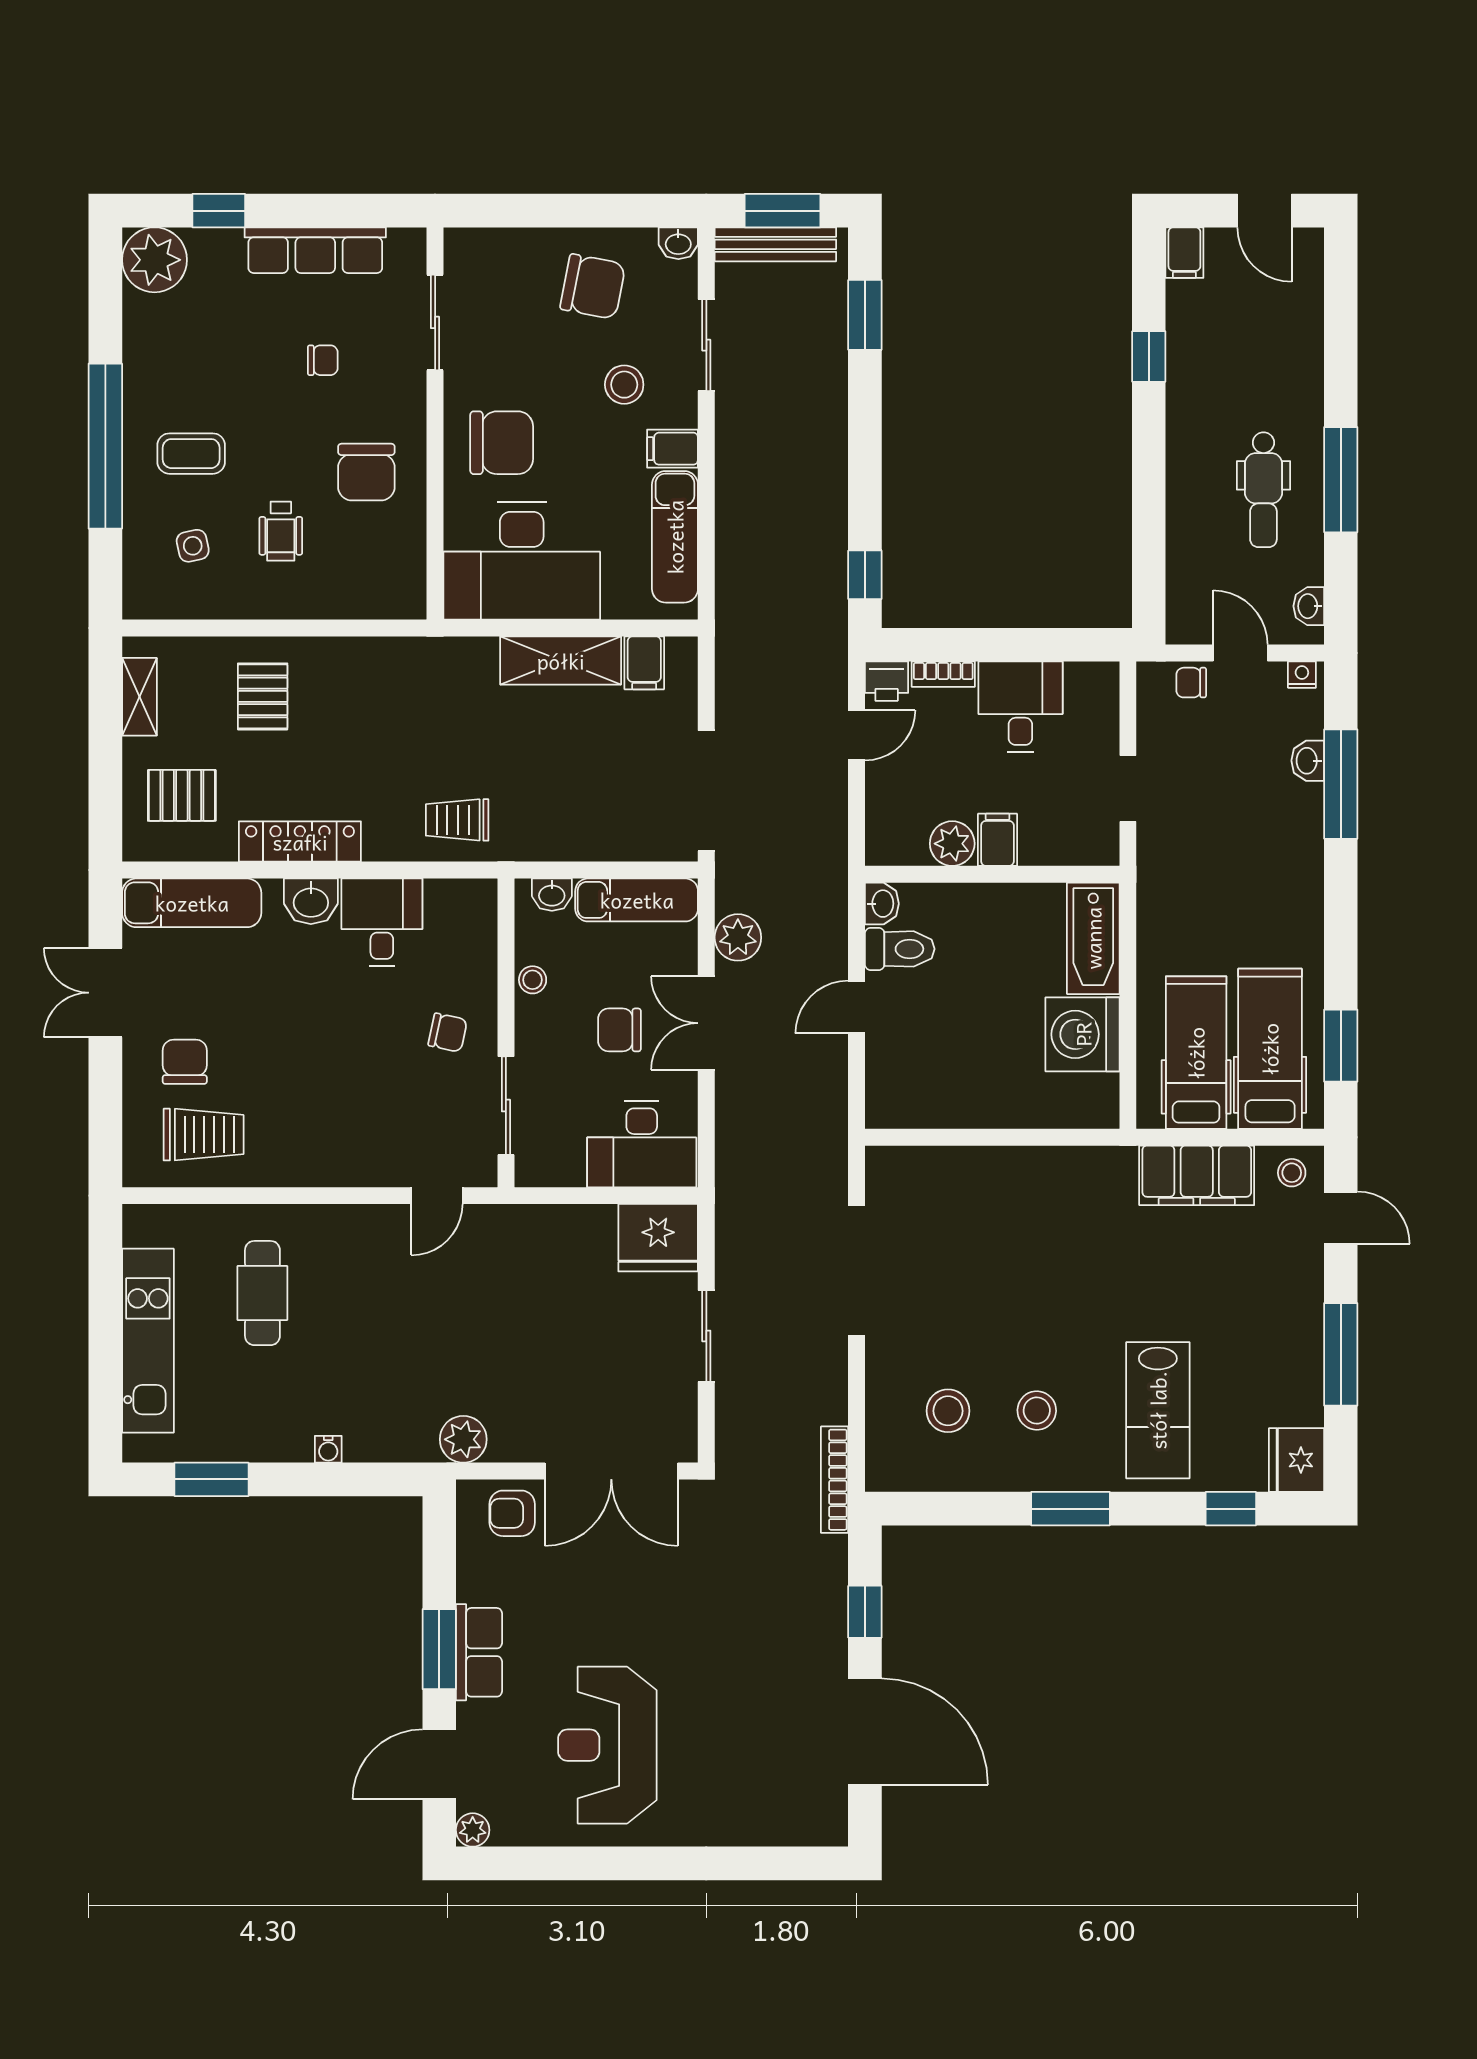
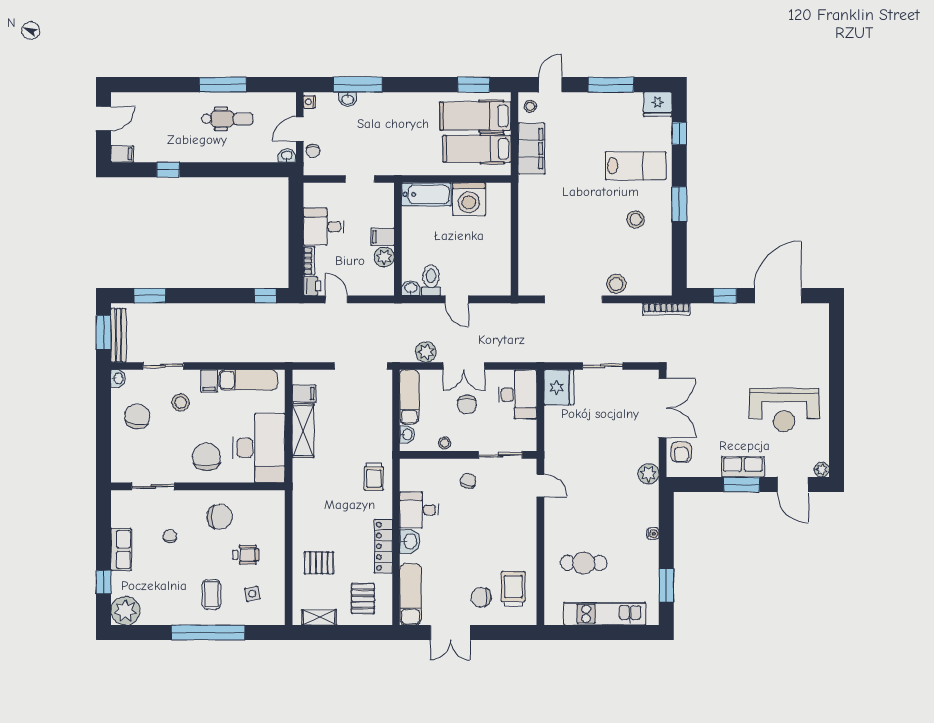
row of seats: (315, 250) -> (121, 550), width x0.68
washbasin: (1309, 606) -> (287, 156), moved, turned 180
stool: (948, 1411) -> (616, 284), moved

